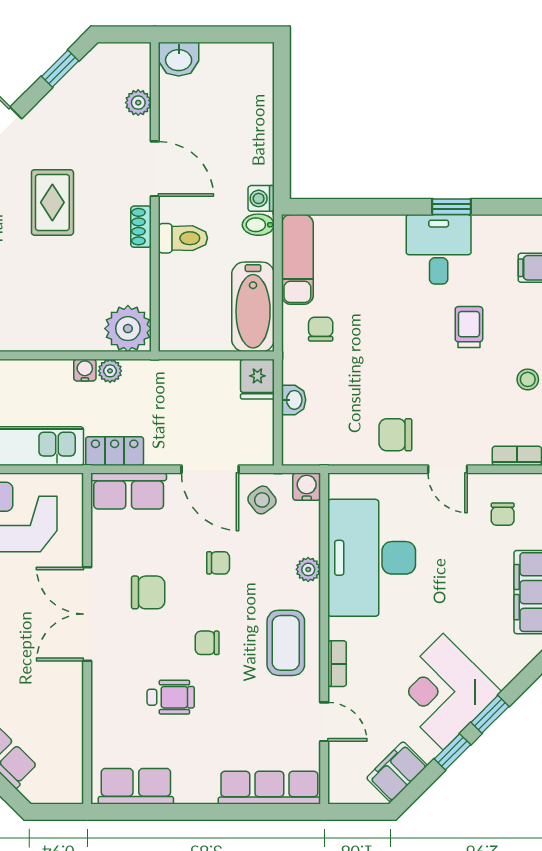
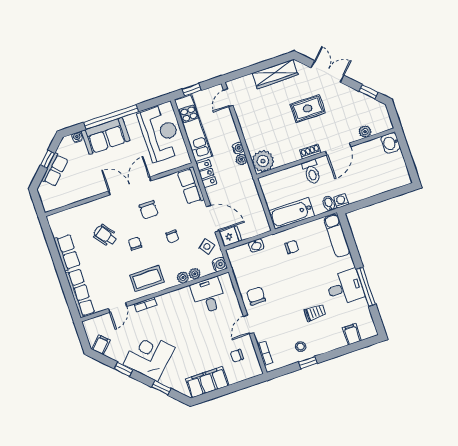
window: (452, 207) -> (366, 287), width x2.17
exam couch: (297, 259) -> (337, 236), moved, turned 90
fridge: (257, 379) -> (230, 236), moved, turned 180
door: (210, 469) -> (213, 219), swing flipped
plant: (309, 543) -> (195, 274), added
desk: (372, 558) -> (208, 295), width x0.53, depth x0.77
wheelchair: (171, 697) -> (105, 236), turned 143
window: (490, 714) -> (161, 388), moved
filing cabinet: (397, 772) -> (101, 345), width x0.50
row of seats: (136, 786) -> (67, 252), moved

